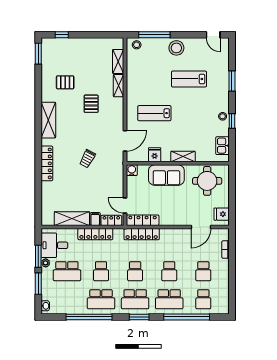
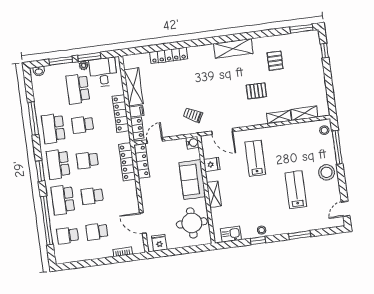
trolley: (87, 159) -> (193, 115), moved
locker: (47, 163) -> (169, 56), moved
window: (89, 317) -> (33, 118), width x0.68

